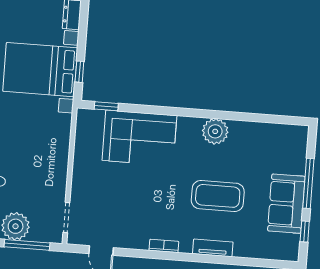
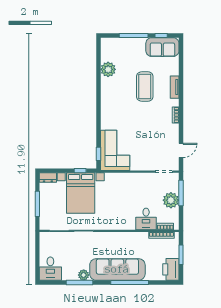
plant: (215, 131) -> (108, 69), moved
corner sofa: (139, 138) -> (115, 150), moved
sofa: (286, 204) -> (162, 47), moved

